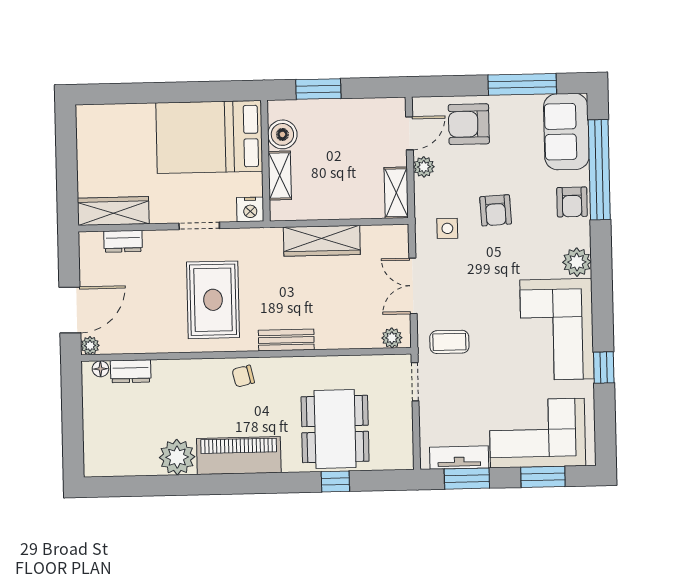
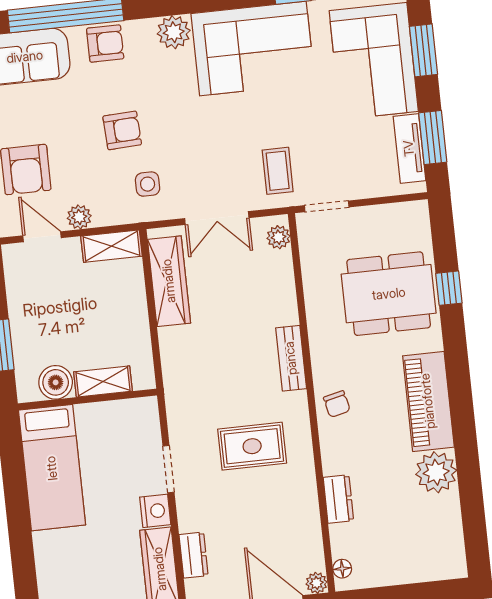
bed: (209, 137) -> (52, 468), width x0.67
nightstand: (250, 209) -> (155, 511), moved
wardrobe: (322, 241) -> (169, 281), moved
rug: (213, 300) -> (252, 446), width x0.73, depth x0.70
dresser: (131, 371) -> (338, 499), moved

